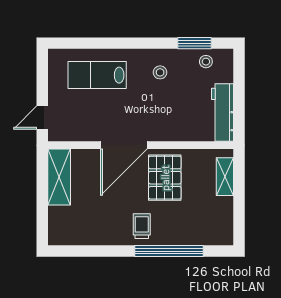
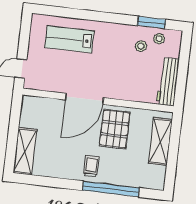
stool: (160, 72) -> (141, 46), moved
shelving: (59, 177) -> (25, 151), moved
shelving: (225, 177) -> (160, 141), width x1.50, depth x1.33

